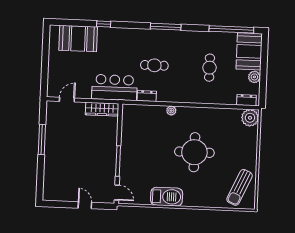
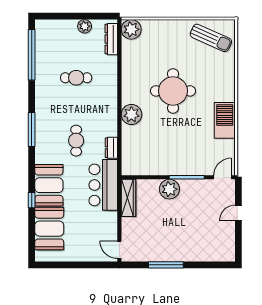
booth: (249, 51) -> (49, 185), moved, turned 90
door: (67, 100) -> (119, 250), moved
dresser: (246, 100) -> (111, 39), width x1.44
plant: (171, 111) -> (131, 114), width x1.88, depth x1.88
plant: (108, 145) -> (169, 189), added

